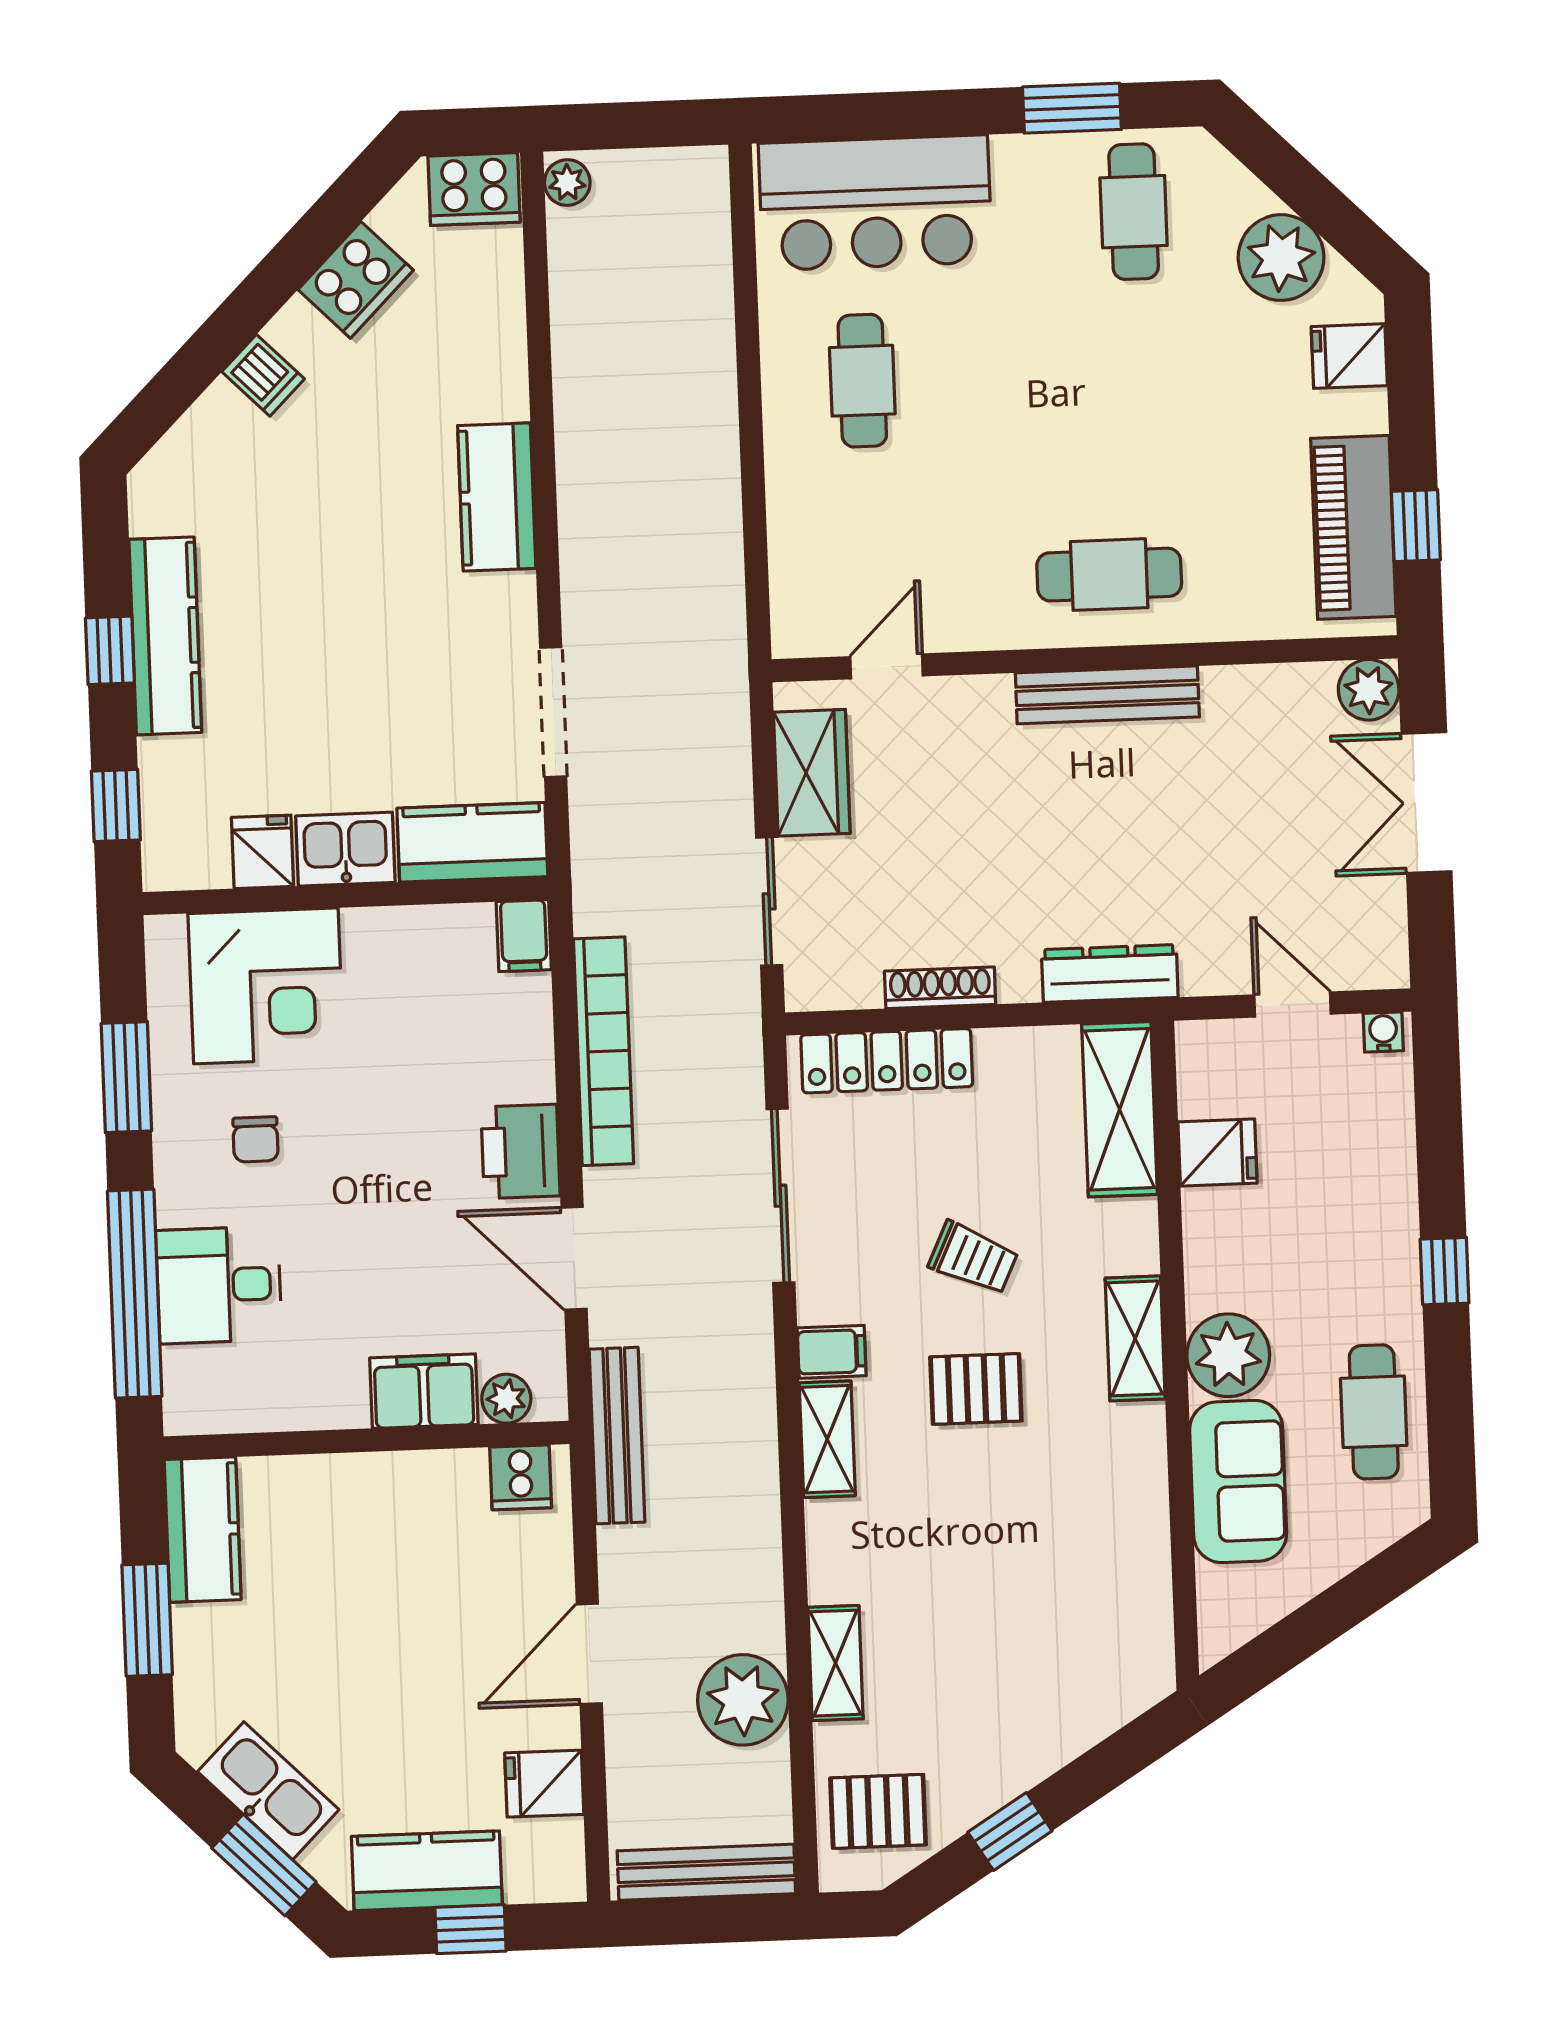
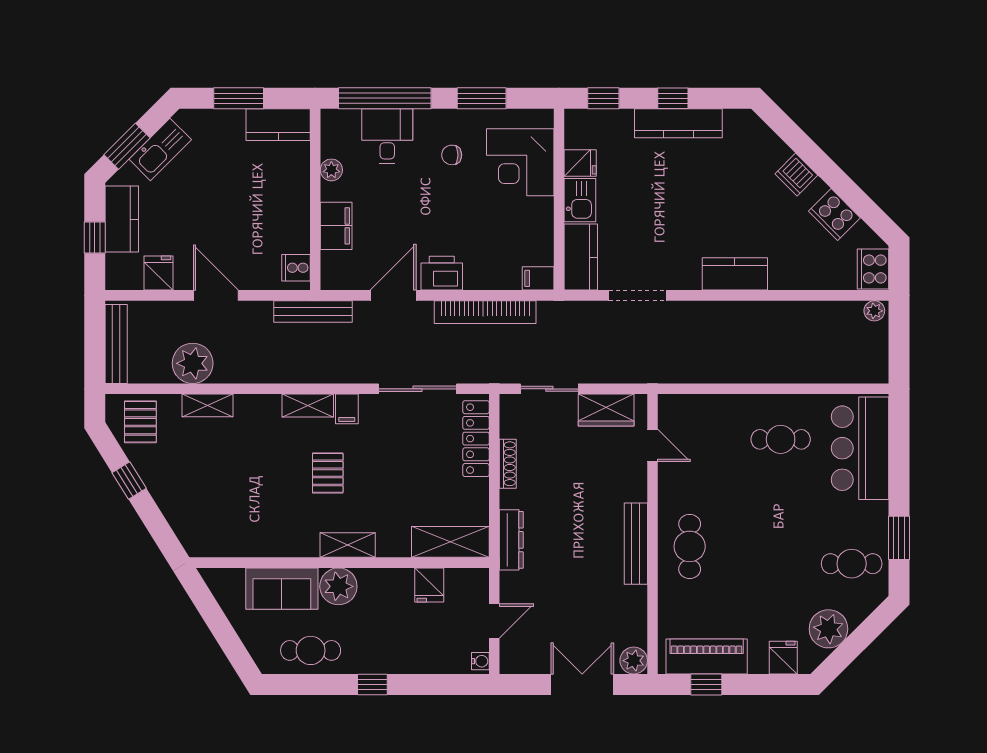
dishwasher: (263, 375) -> (796, 175), width x1.38
trolley: (973, 1258) -> (386, 474), removed
plant: (506, 1399) -> (331, 170), moved

